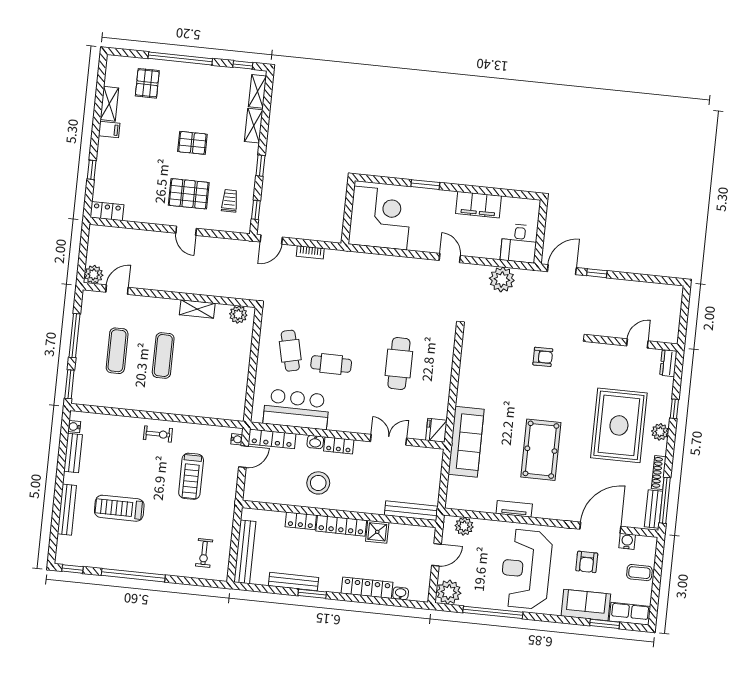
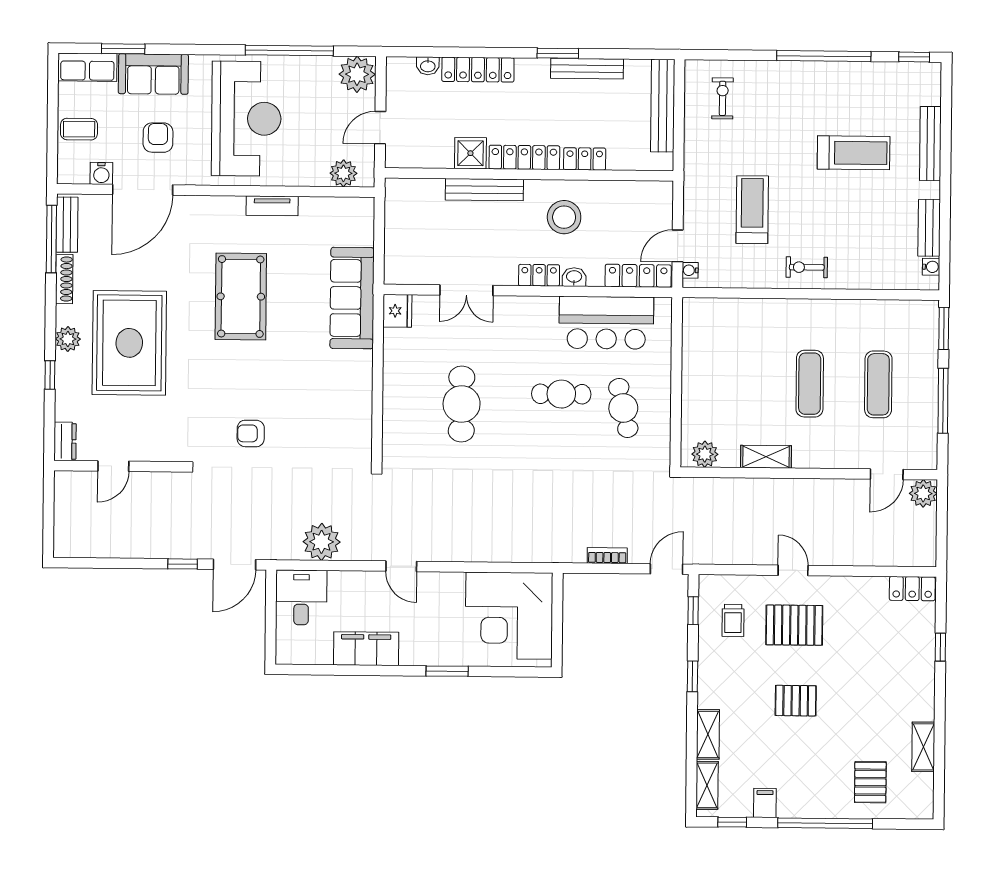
filing cabinet: (109, 130) -> (765, 803), moved, turned 90
bench: (411, 511) -> (484, 190), moved

